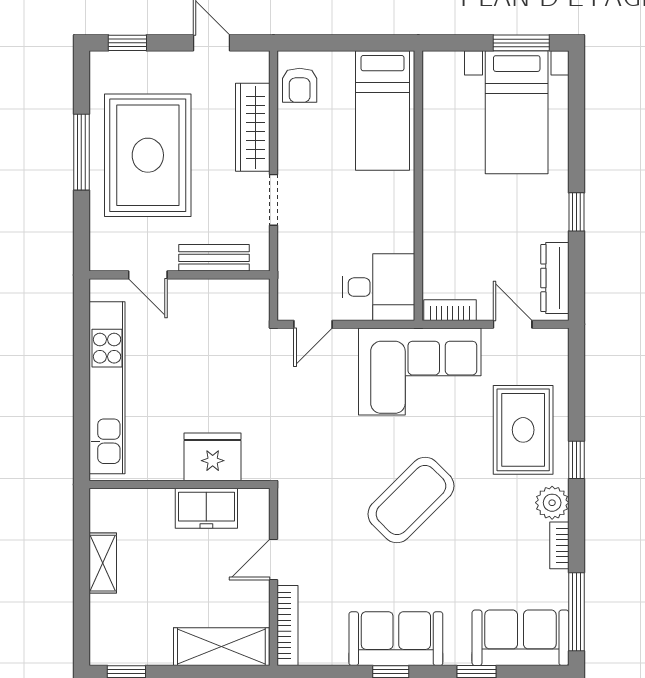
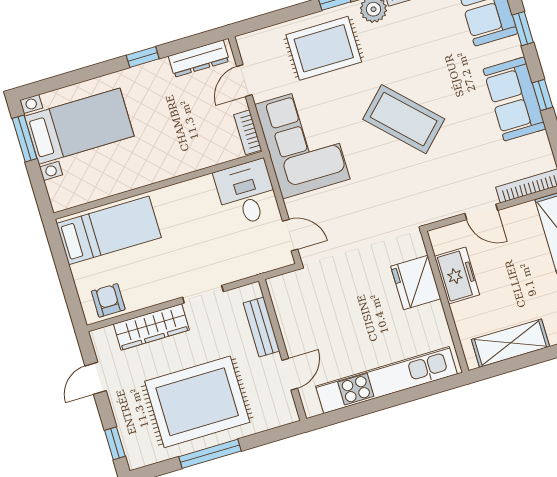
armchair: (300, 85) -> (108, 300), turned -90
shelving: (103, 563) -> (510, 343), width x1.50, depth x1.33

